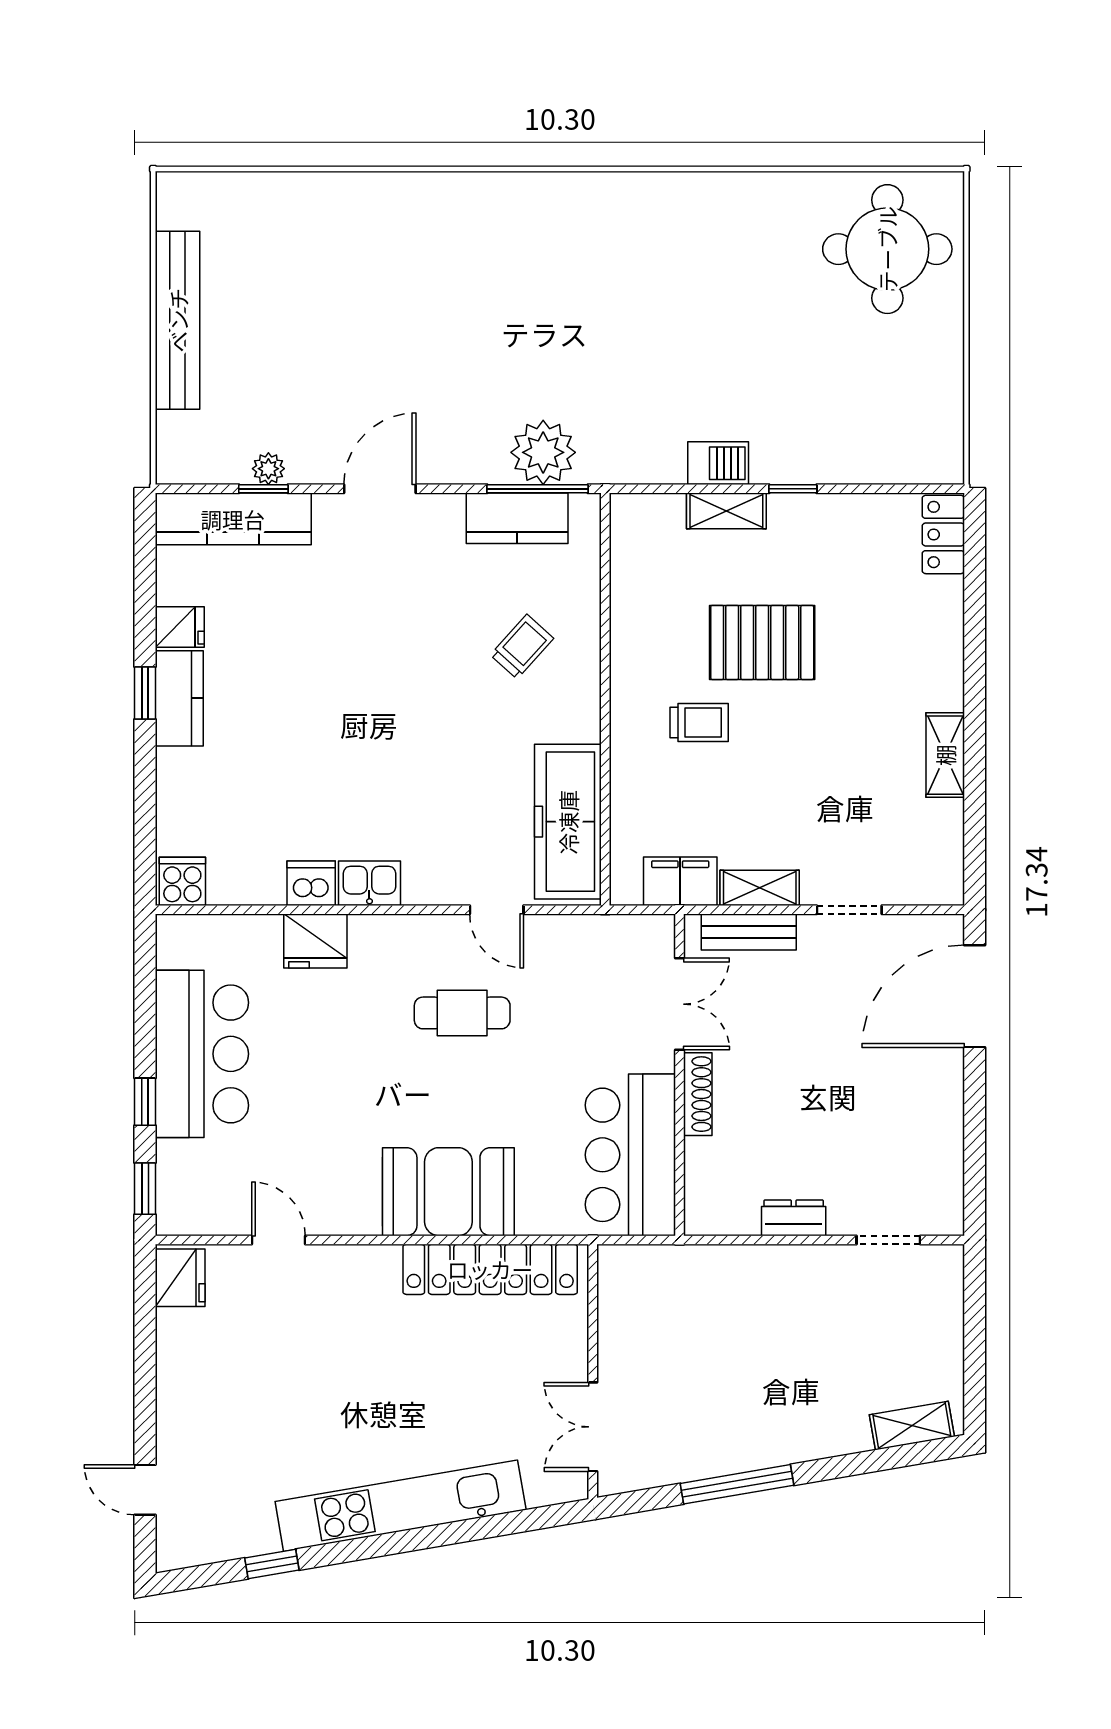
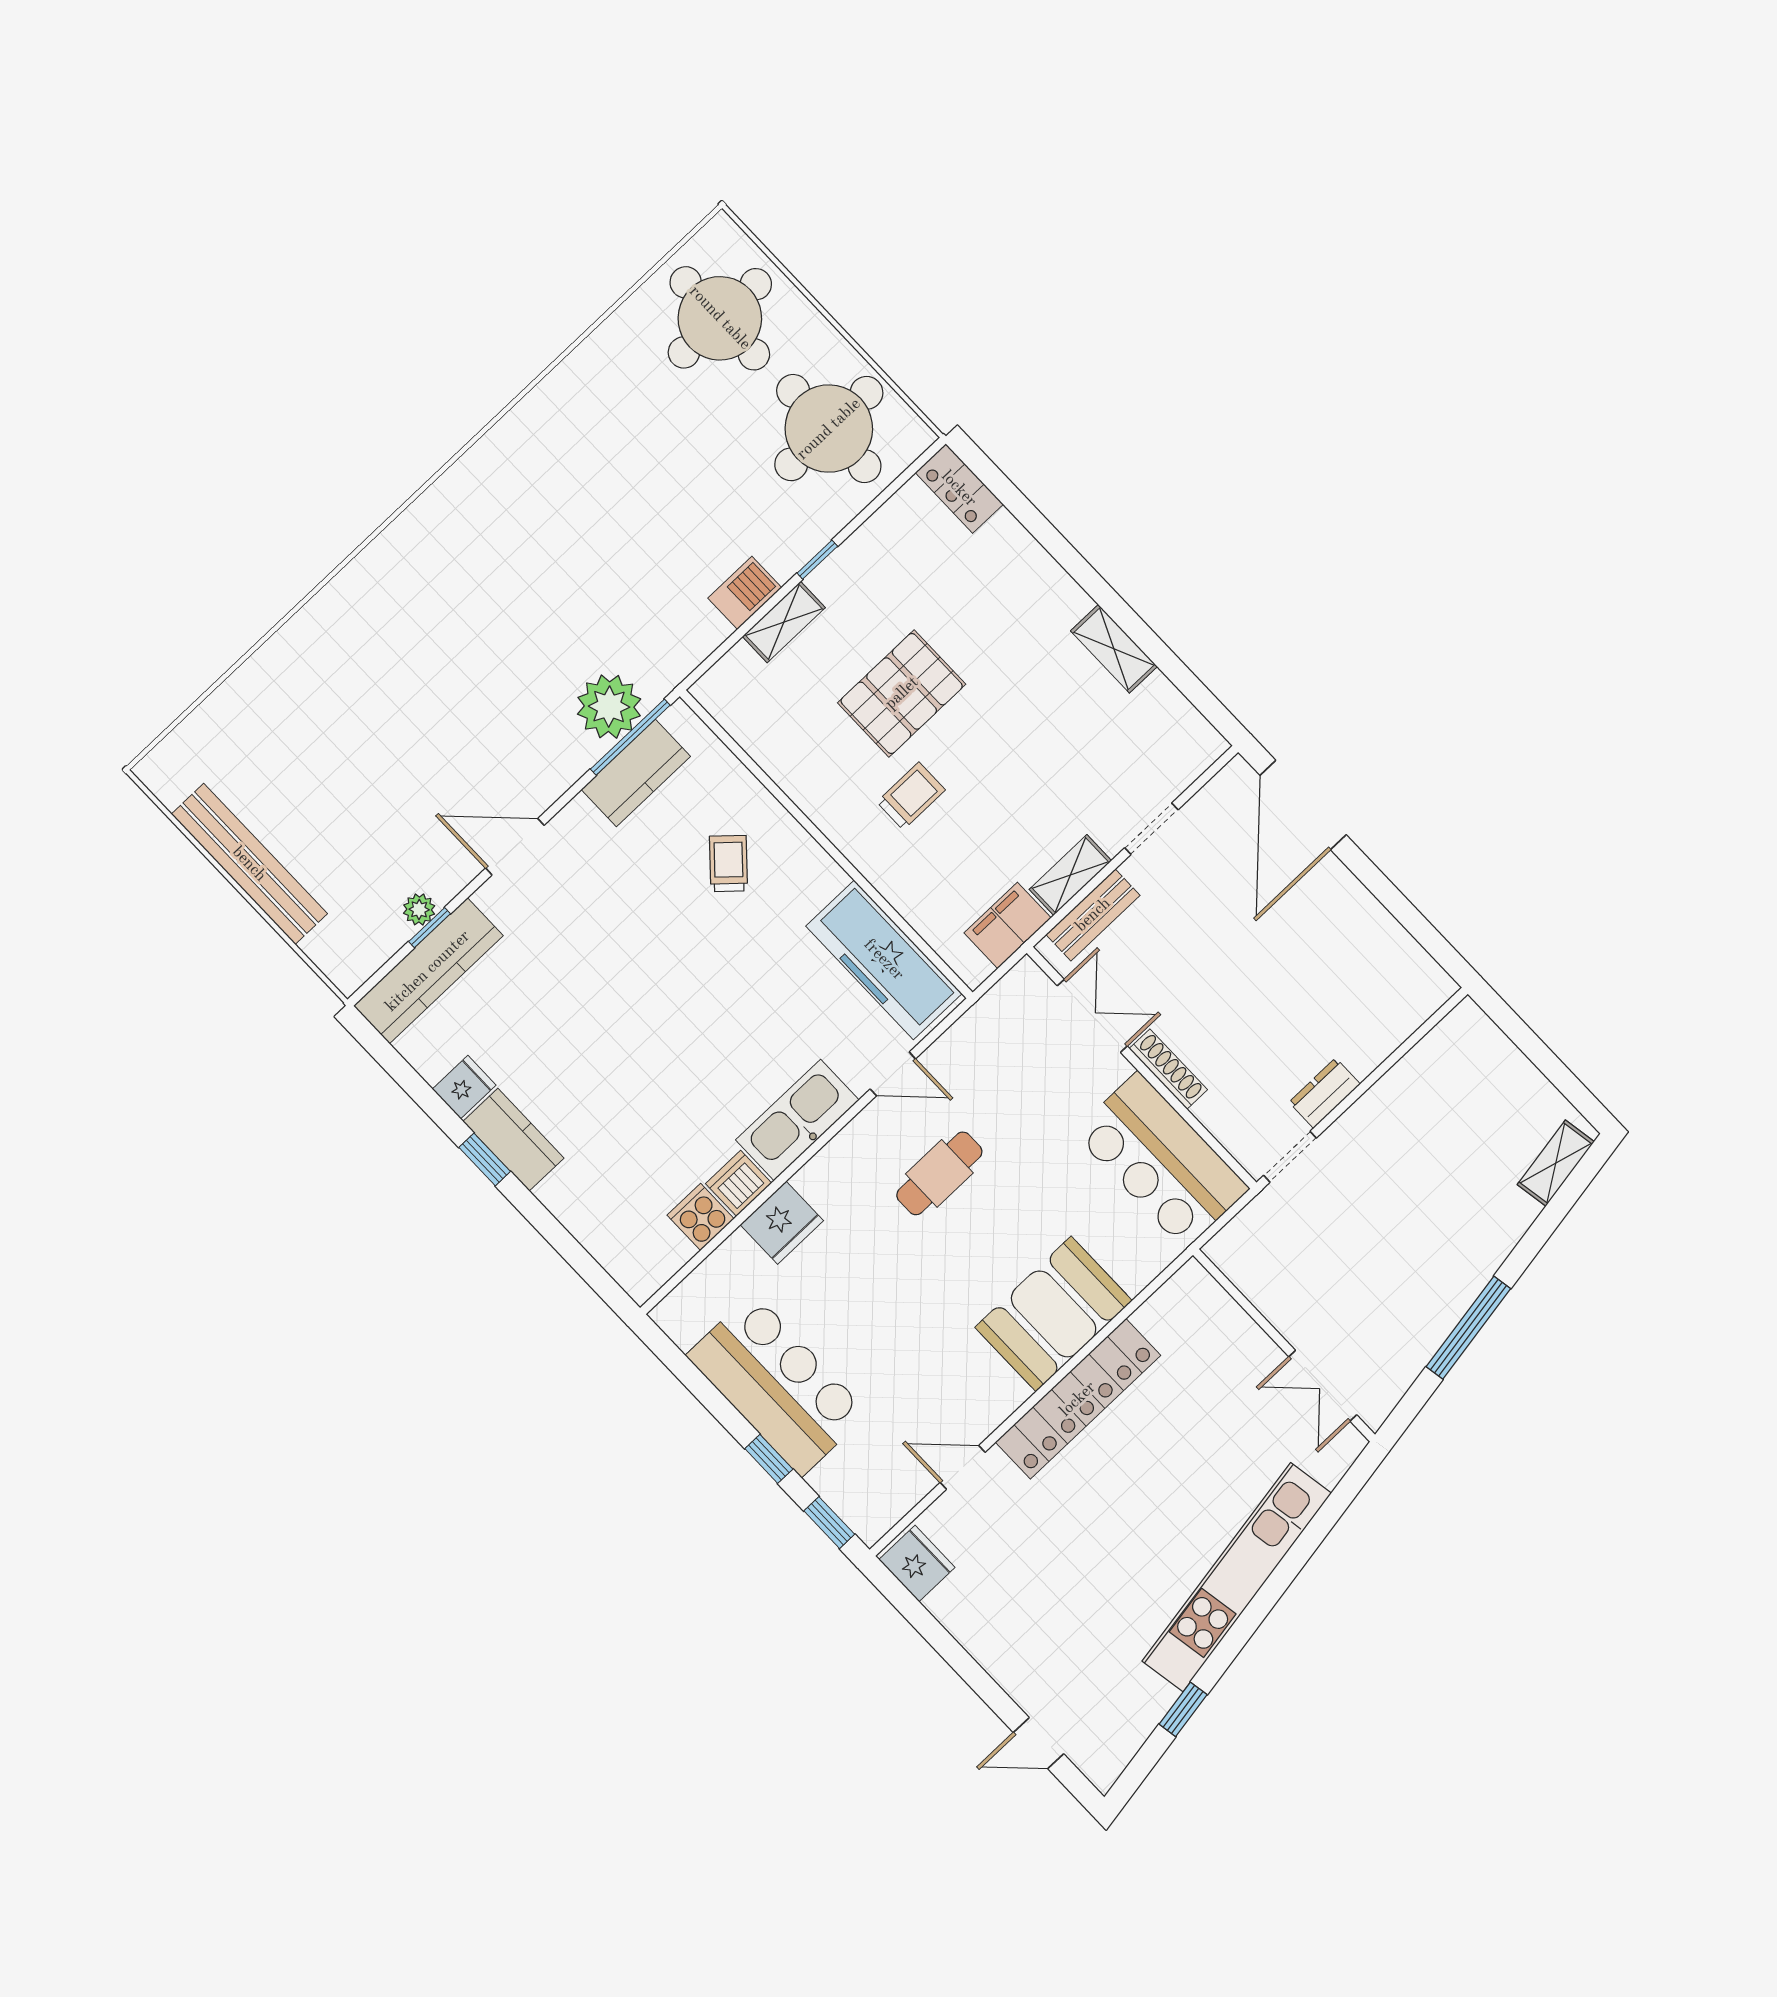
round table: (891, 403) -> (829, 429), added
door: (380, 489) -> (515, 847), hinge flipped
cooker: (182, 881) -> (701, 1217), moved
kitchen sink: (369, 883) -> (797, 1120), width x1.88, depth x1.24
doorway: (888, 1240) -> (1290, 1157), moved
locker: (490, 1269) -> (1078, 1399), moved

